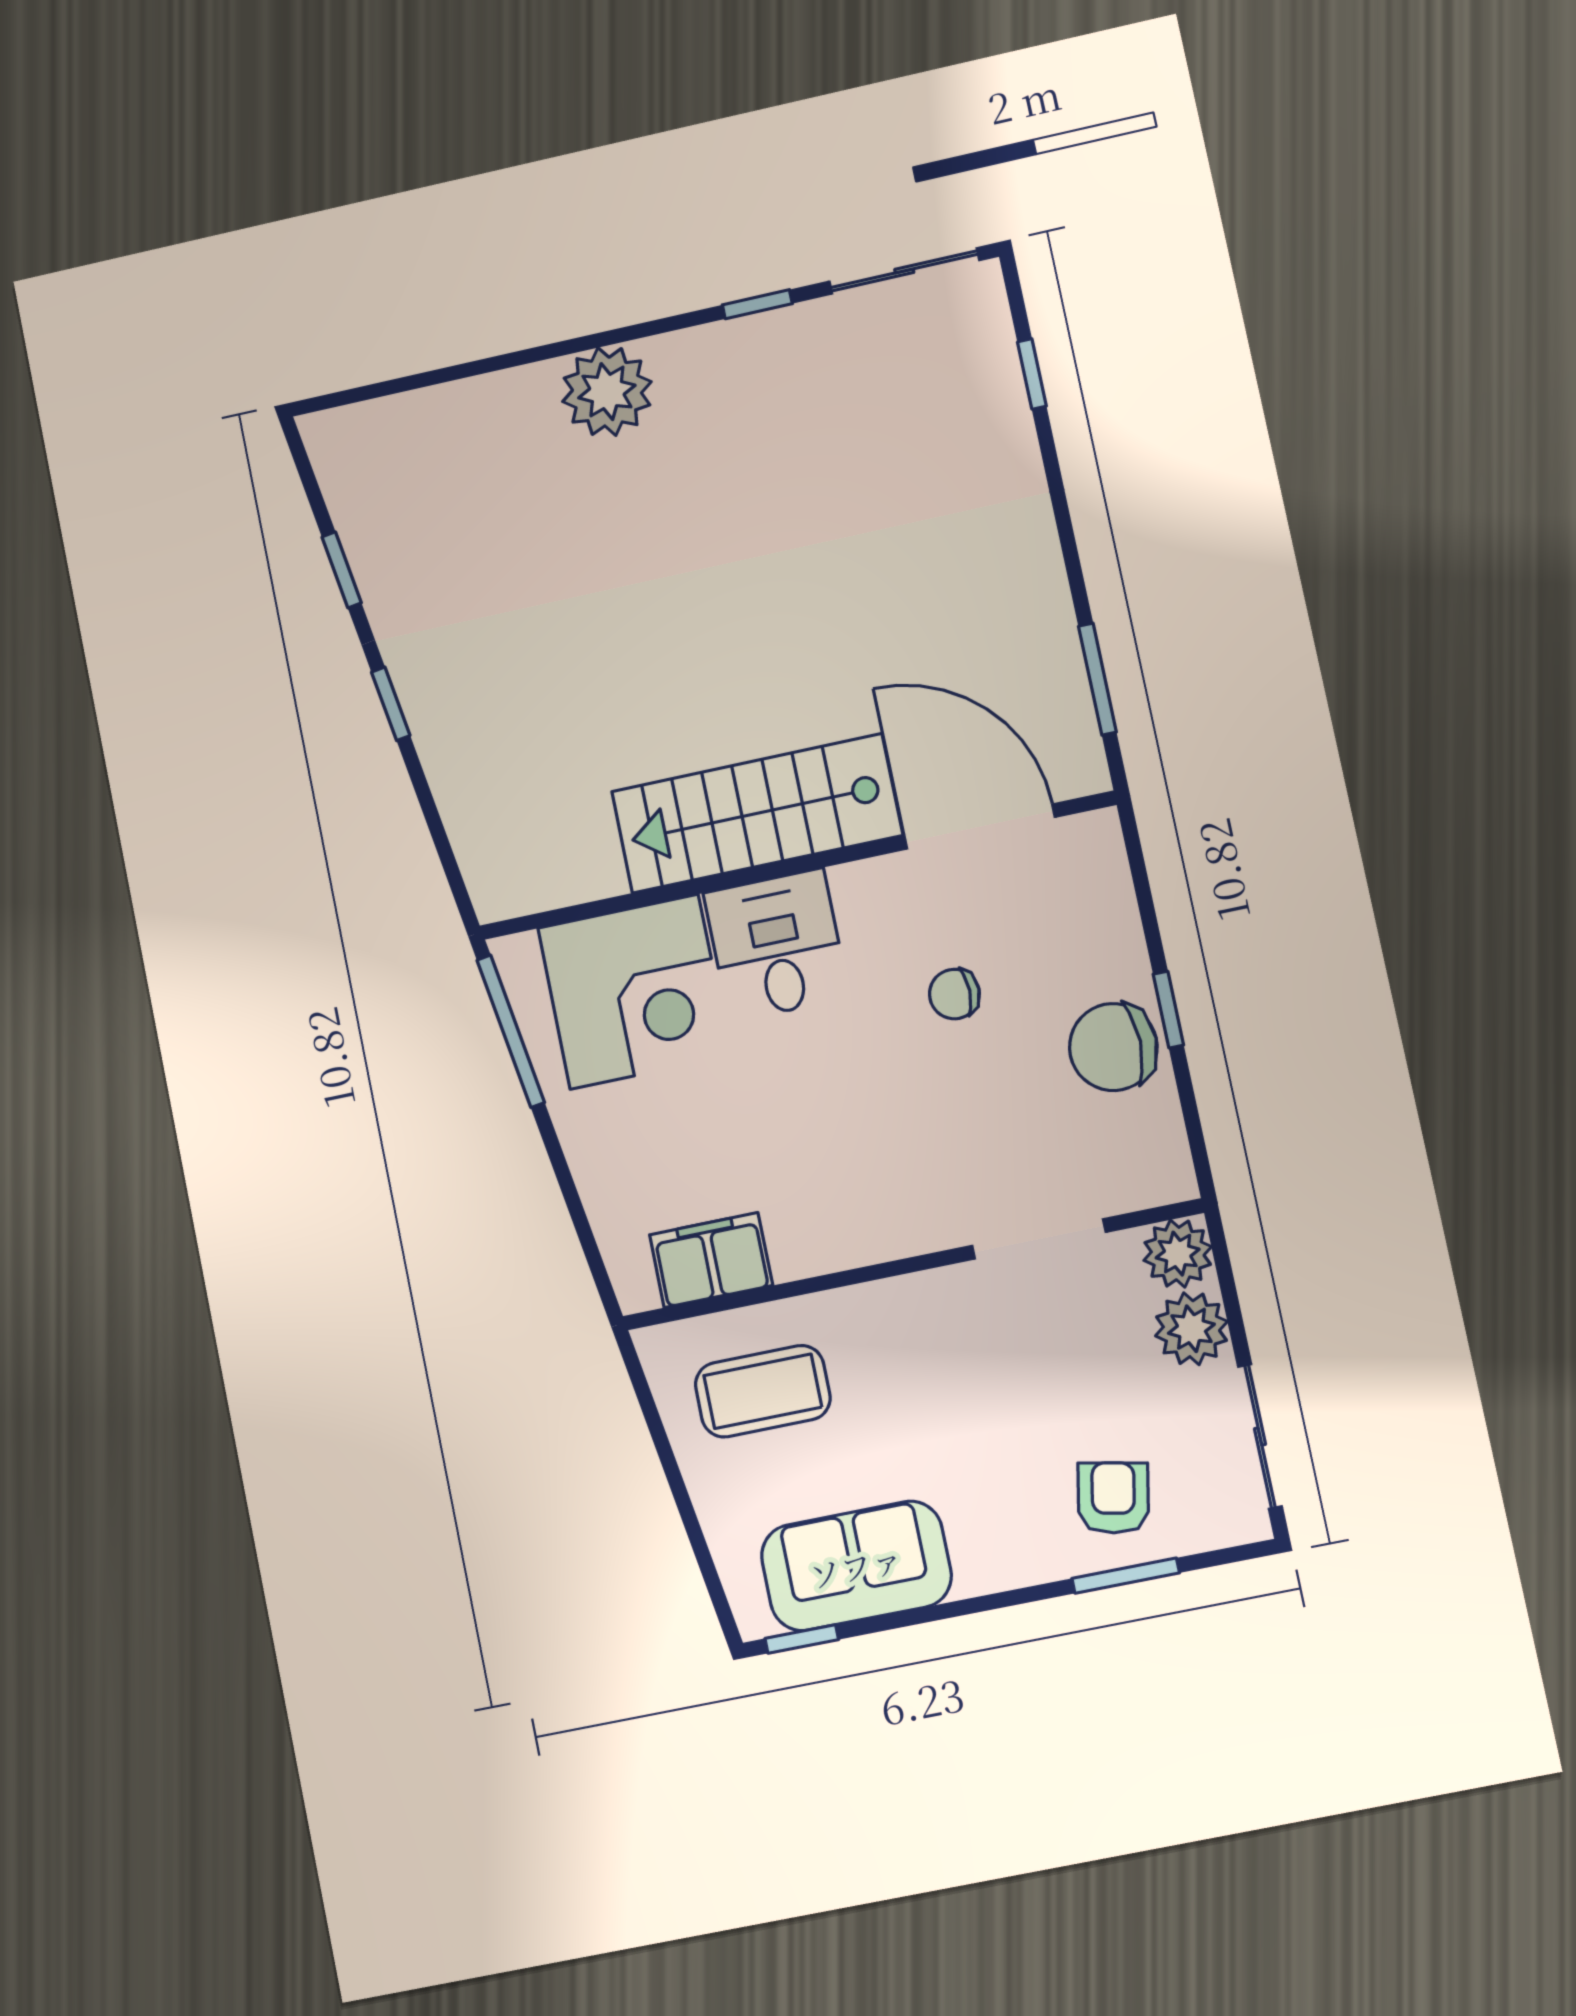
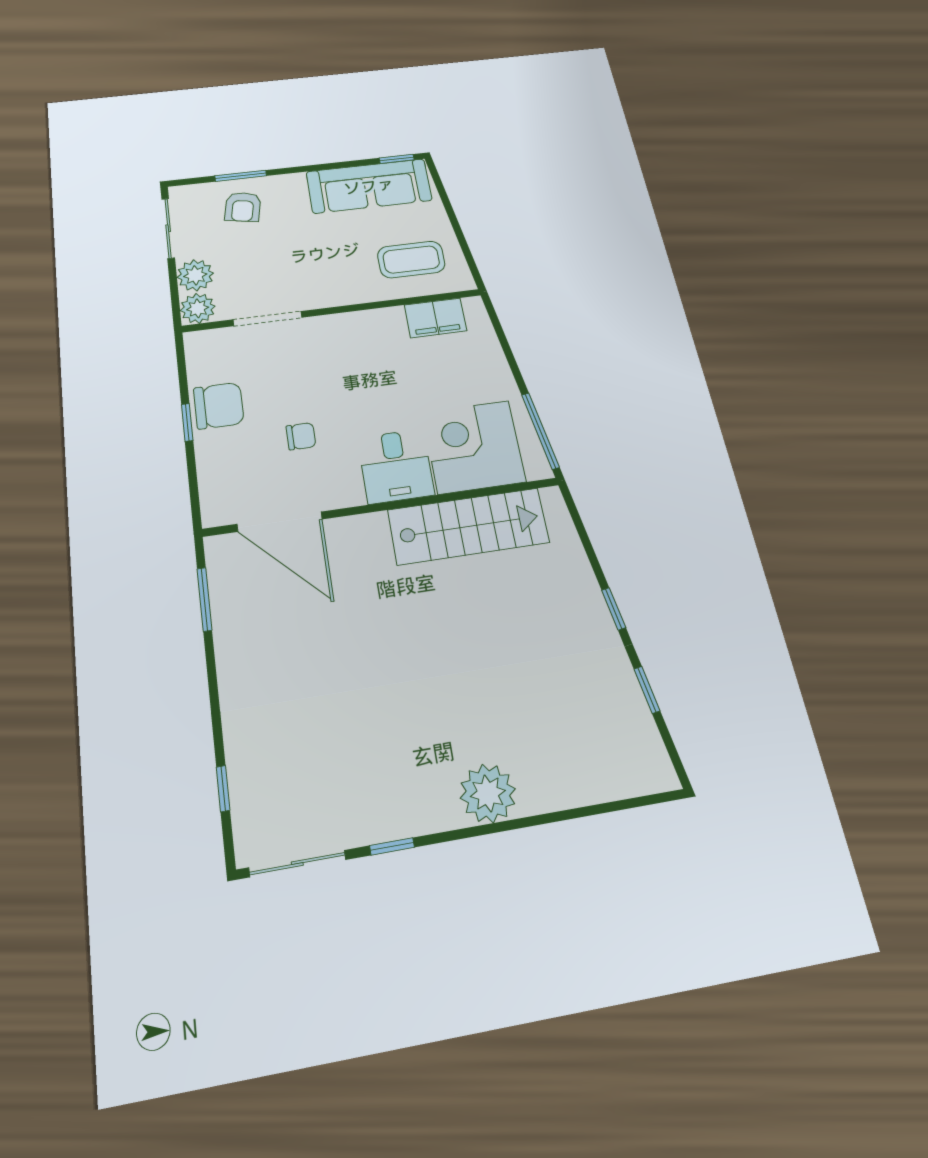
stairs: (757, 813) -> (468, 526), moved
sofa: (856, 1566) -> (369, 186), width x1.36

